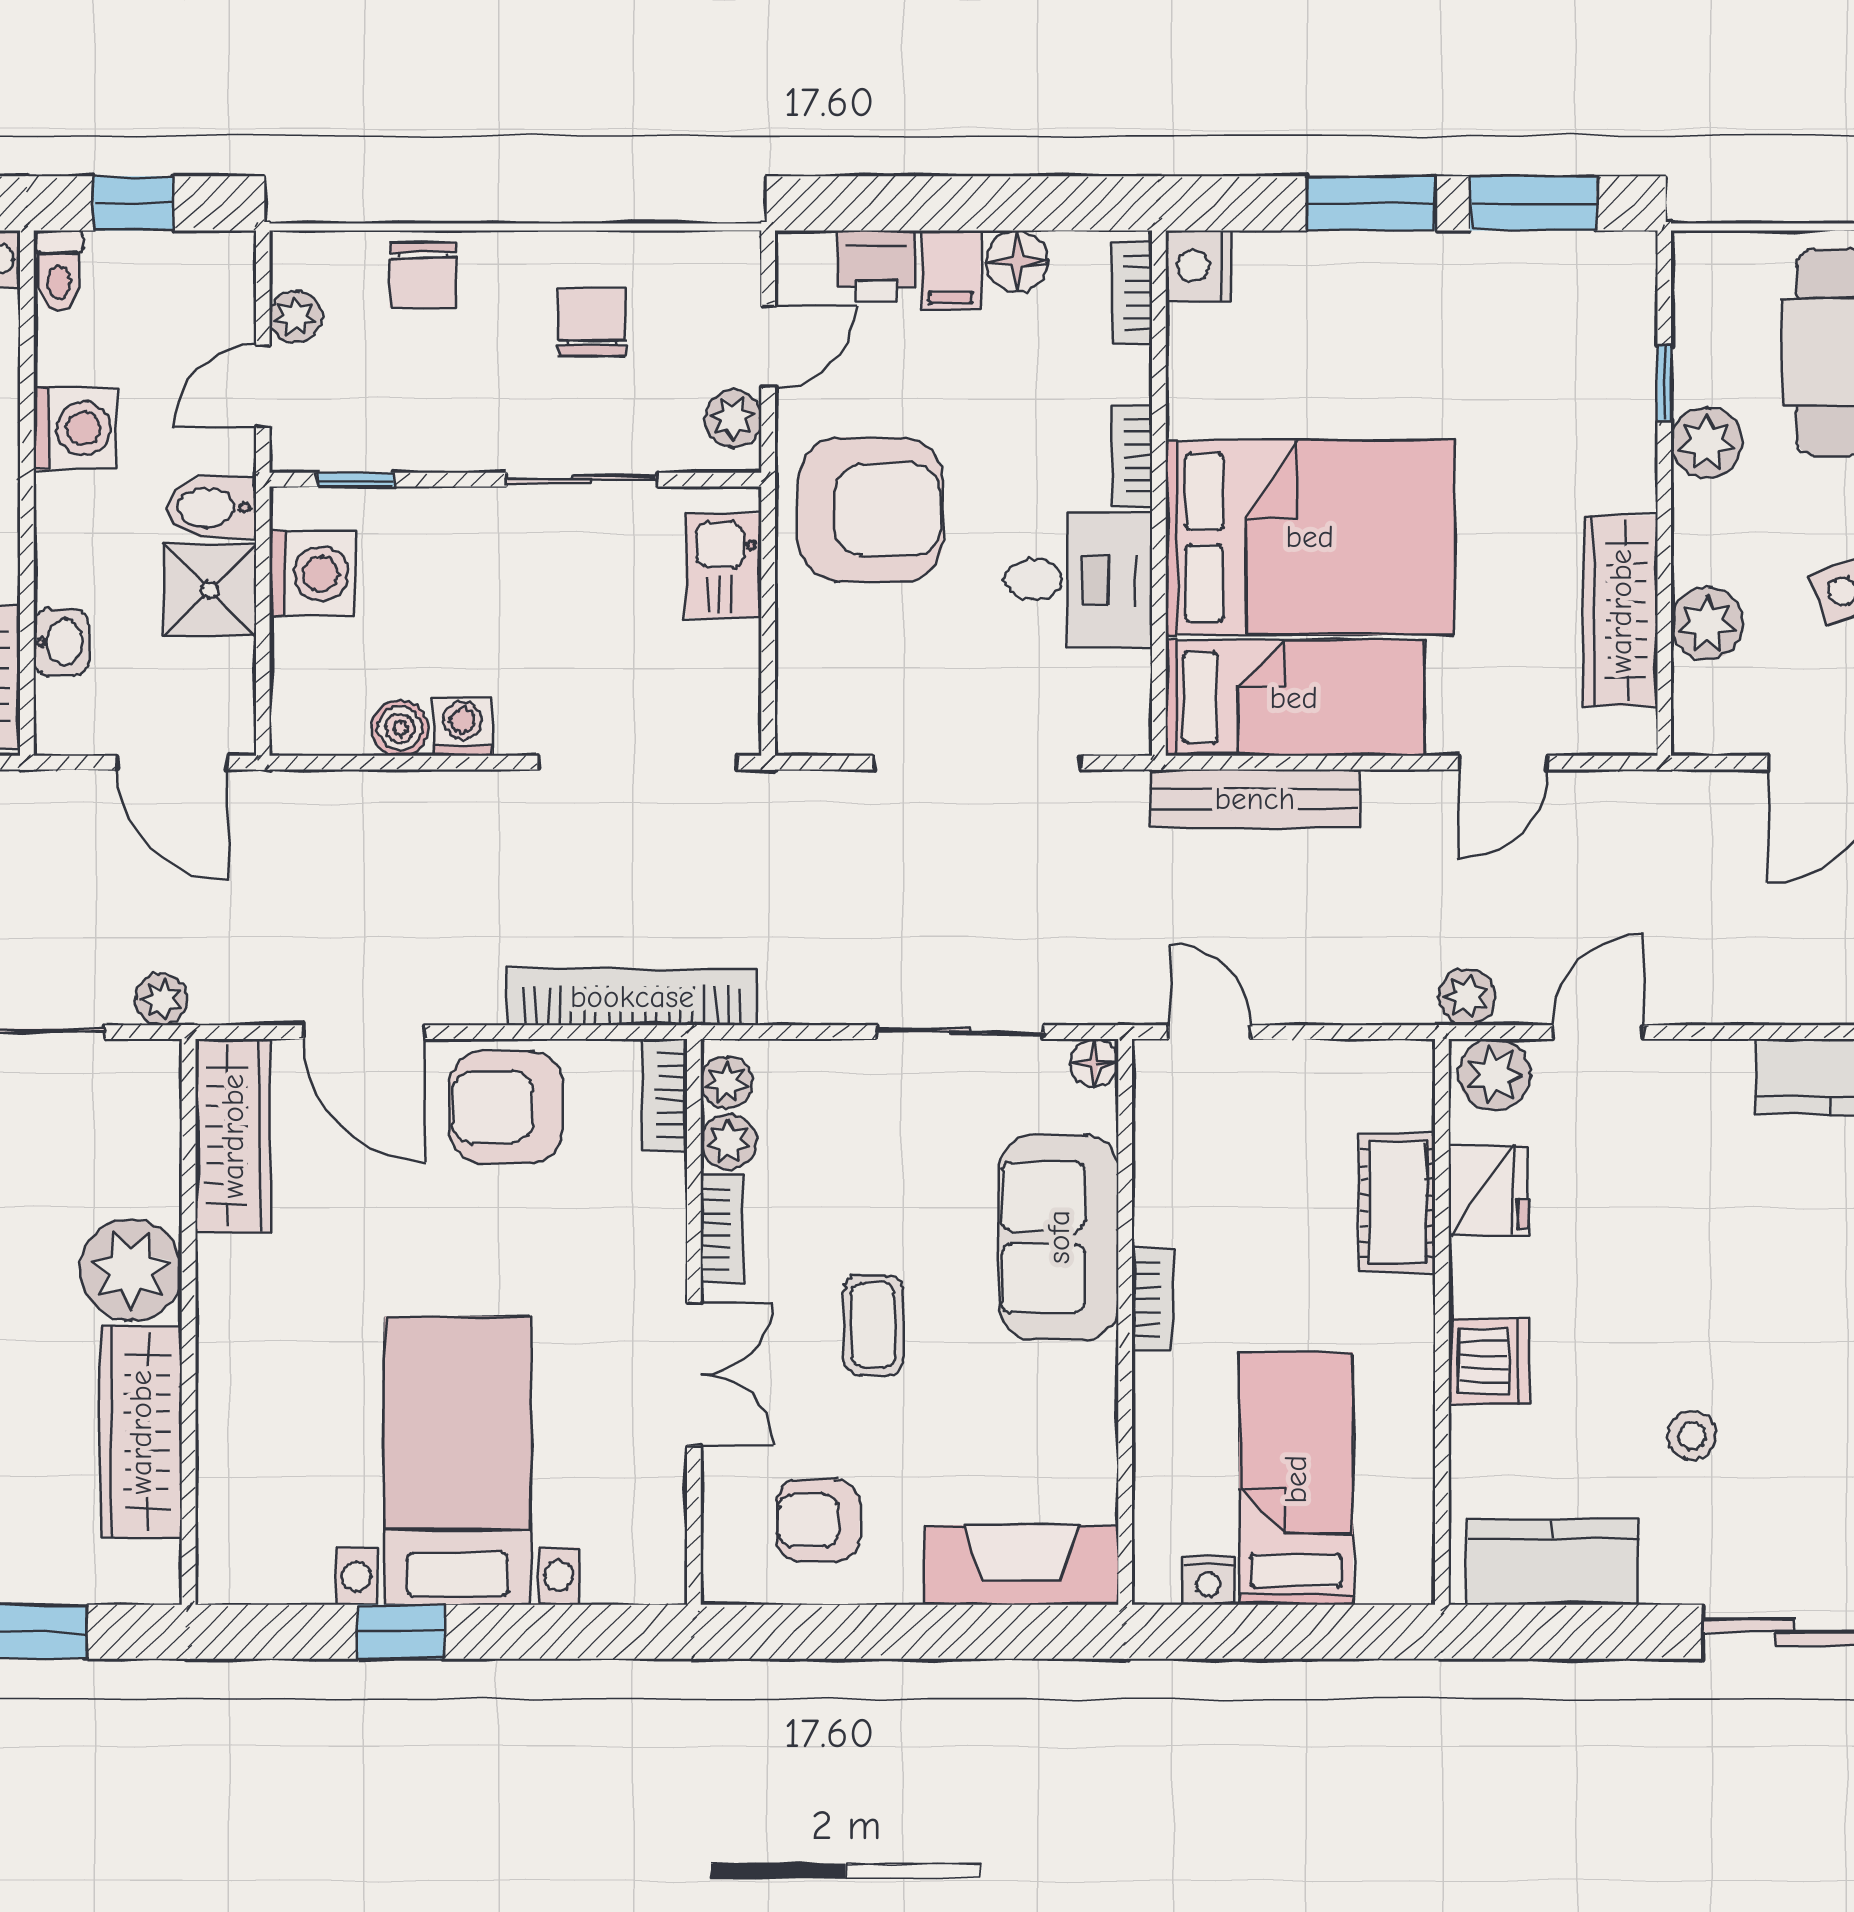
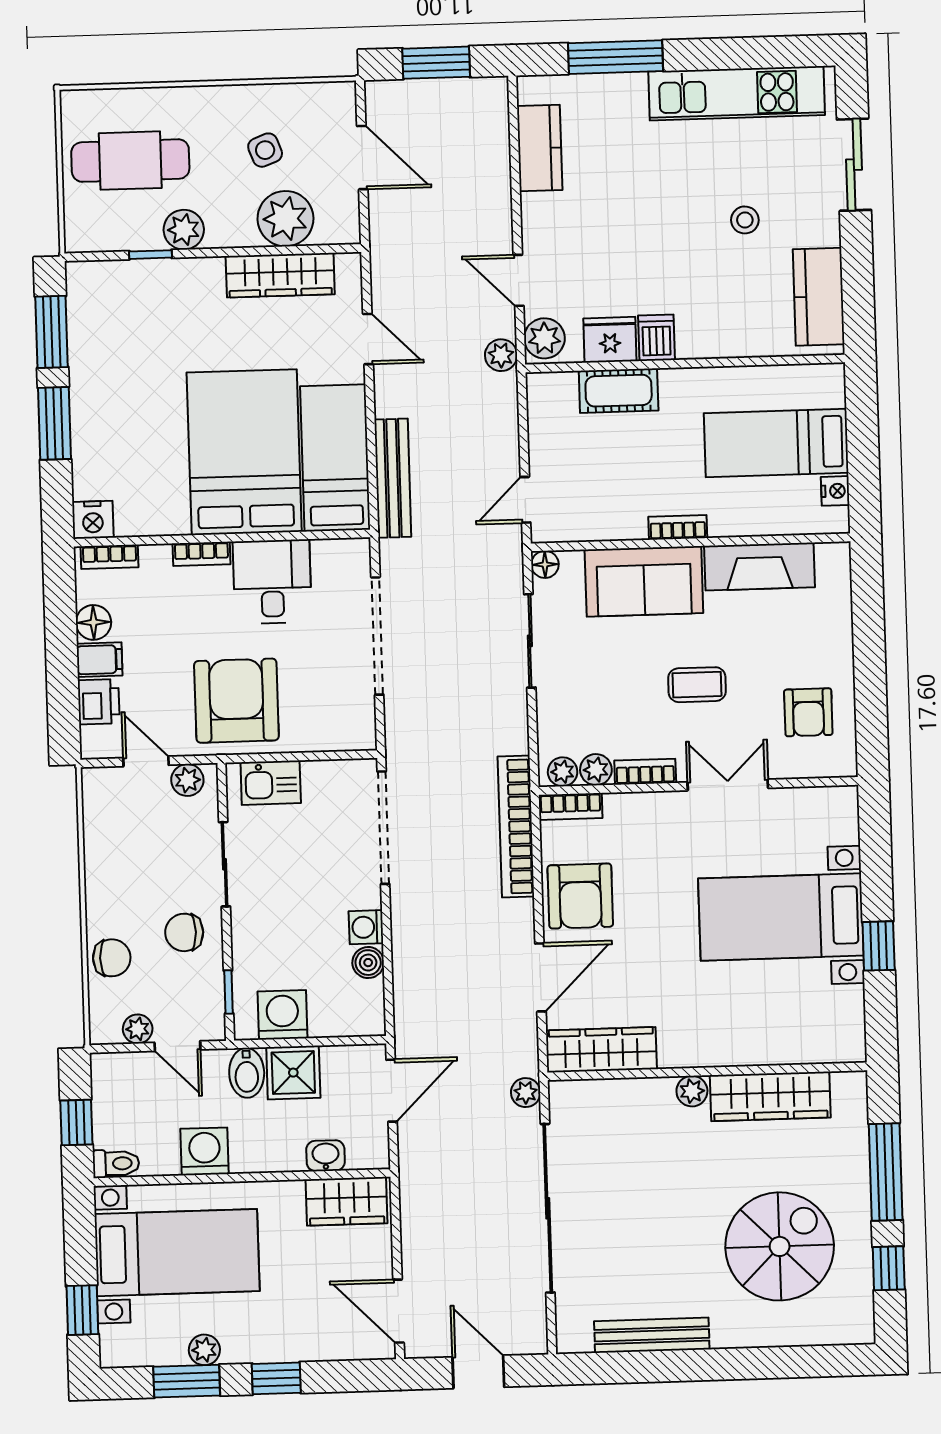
chair: (592, 322) -> (184, 932), moved
plant: (1707, 623) -> (285, 219), width x1.36, depth x1.36
plant: (131, 1270) -> (692, 1091), width x0.53, depth x0.53
dishwasher: (1489, 1361) -> (656, 338), moved, width x0.73
fireplace: (1022, 1565) -> (759, 567), moved, turned -90

